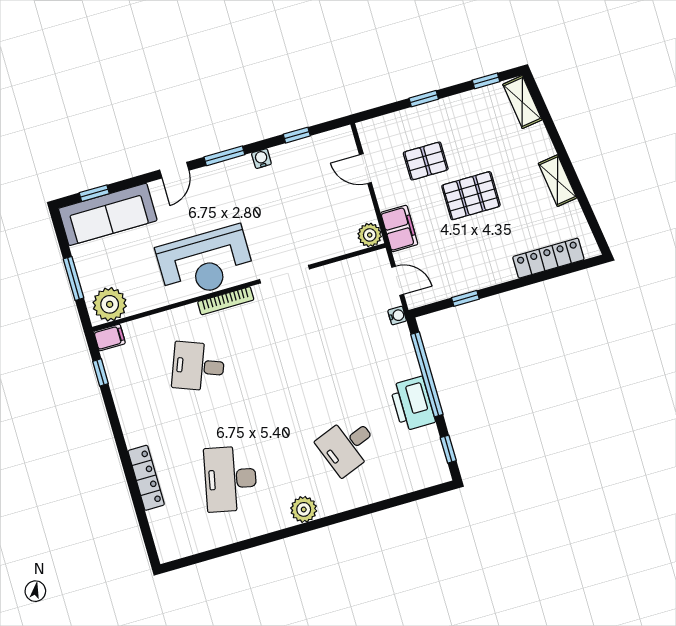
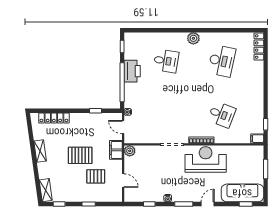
plant: (110, 304) -> (253, 153), removed
desk: (348, 445) -> (166, 61), turned 30
locker: (146, 478) -> (259, 47), moved

